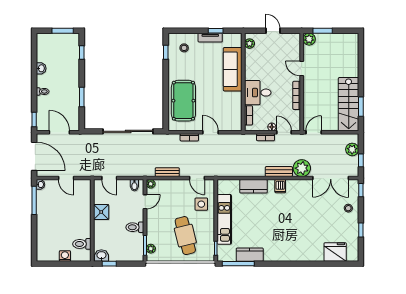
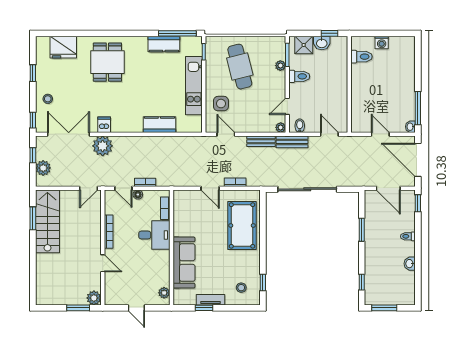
bench: (279, 172) -> (292, 142), moved
dishwasher: (280, 186) -> (104, 125), moved
shower: (101, 212) -> (304, 45), moved
dining table: (298, 239) -> (107, 62), added
plant: (151, 249) -> (280, 66), moved
washbasin: (101, 256) -> (322, 43), moved

